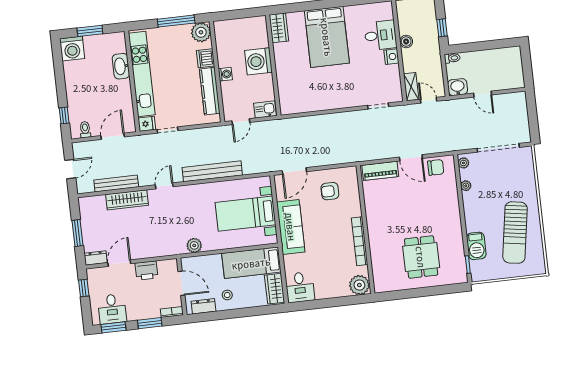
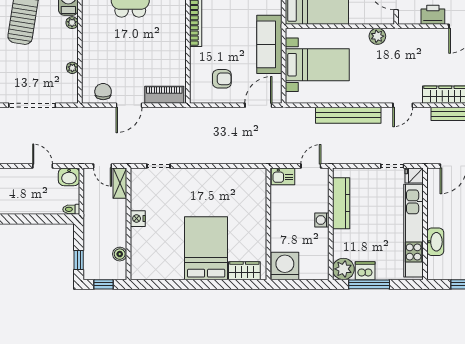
wardrobe: (279, 28) -> (244, 271), moved, turned 90
window: (442, 28) -> (79, 260), moved
desk: (380, 35) -> (147, 243), removed
boiler: (406, 41) -> (120, 254), moved
dishwasher: (205, 58) -> (365, 271), moved, turned -90
washing machine: (258, 61) -> (285, 266), moved, turned -90
door: (411, 158) -> (129, 105), swing flipped
plant: (463, 163) -> (72, 23), moved
chair: (436, 167) -> (103, 92), turned 90

